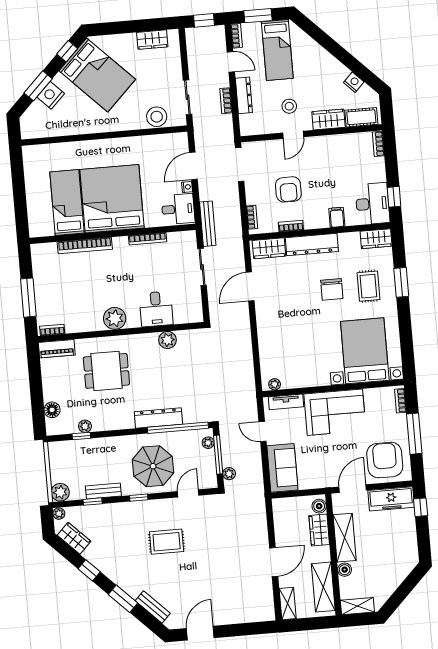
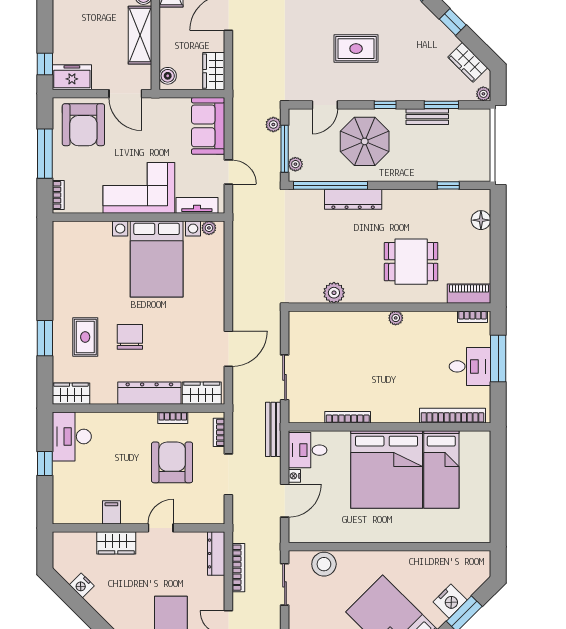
dresser: (244, 95) -> (216, 554), moved
bookcase: (226, 101) -> (238, 568), width x1.56
stool: (289, 106) -> (162, 563), removed
cot: (361, 117) -> (76, 542), removed
bookcase: (378, 144) -> (58, 508), removed
doorway: (240, 165) -> (228, 474), moved
armchair: (288, 189) -> (172, 462), width x1.36, depth x1.36
window: (394, 197) -> (45, 464), moved
filing cabinet: (337, 217) -> (111, 512), moved, turned 180
bookcase: (85, 245) -> (452, 416), moved
desk: (156, 309) -> (470, 366), moved, turned 90
plant: (115, 318) -> (396, 318), width x0.53, depth x0.53
bed with nightstands: (365, 351) -> (157, 259), moved
plant: (85, 426) -> (443, 197), removed
door: (353, 489) -> (125, 94), hinge flipped
plant: (60, 492) -> (480, 119), removed
freezer: (391, 499) -> (72, 77), width x0.71
window: (93, 502) -> (441, 105), width x1.50
wardrobe: (319, 530) -> (214, 71), moved, turned 180

